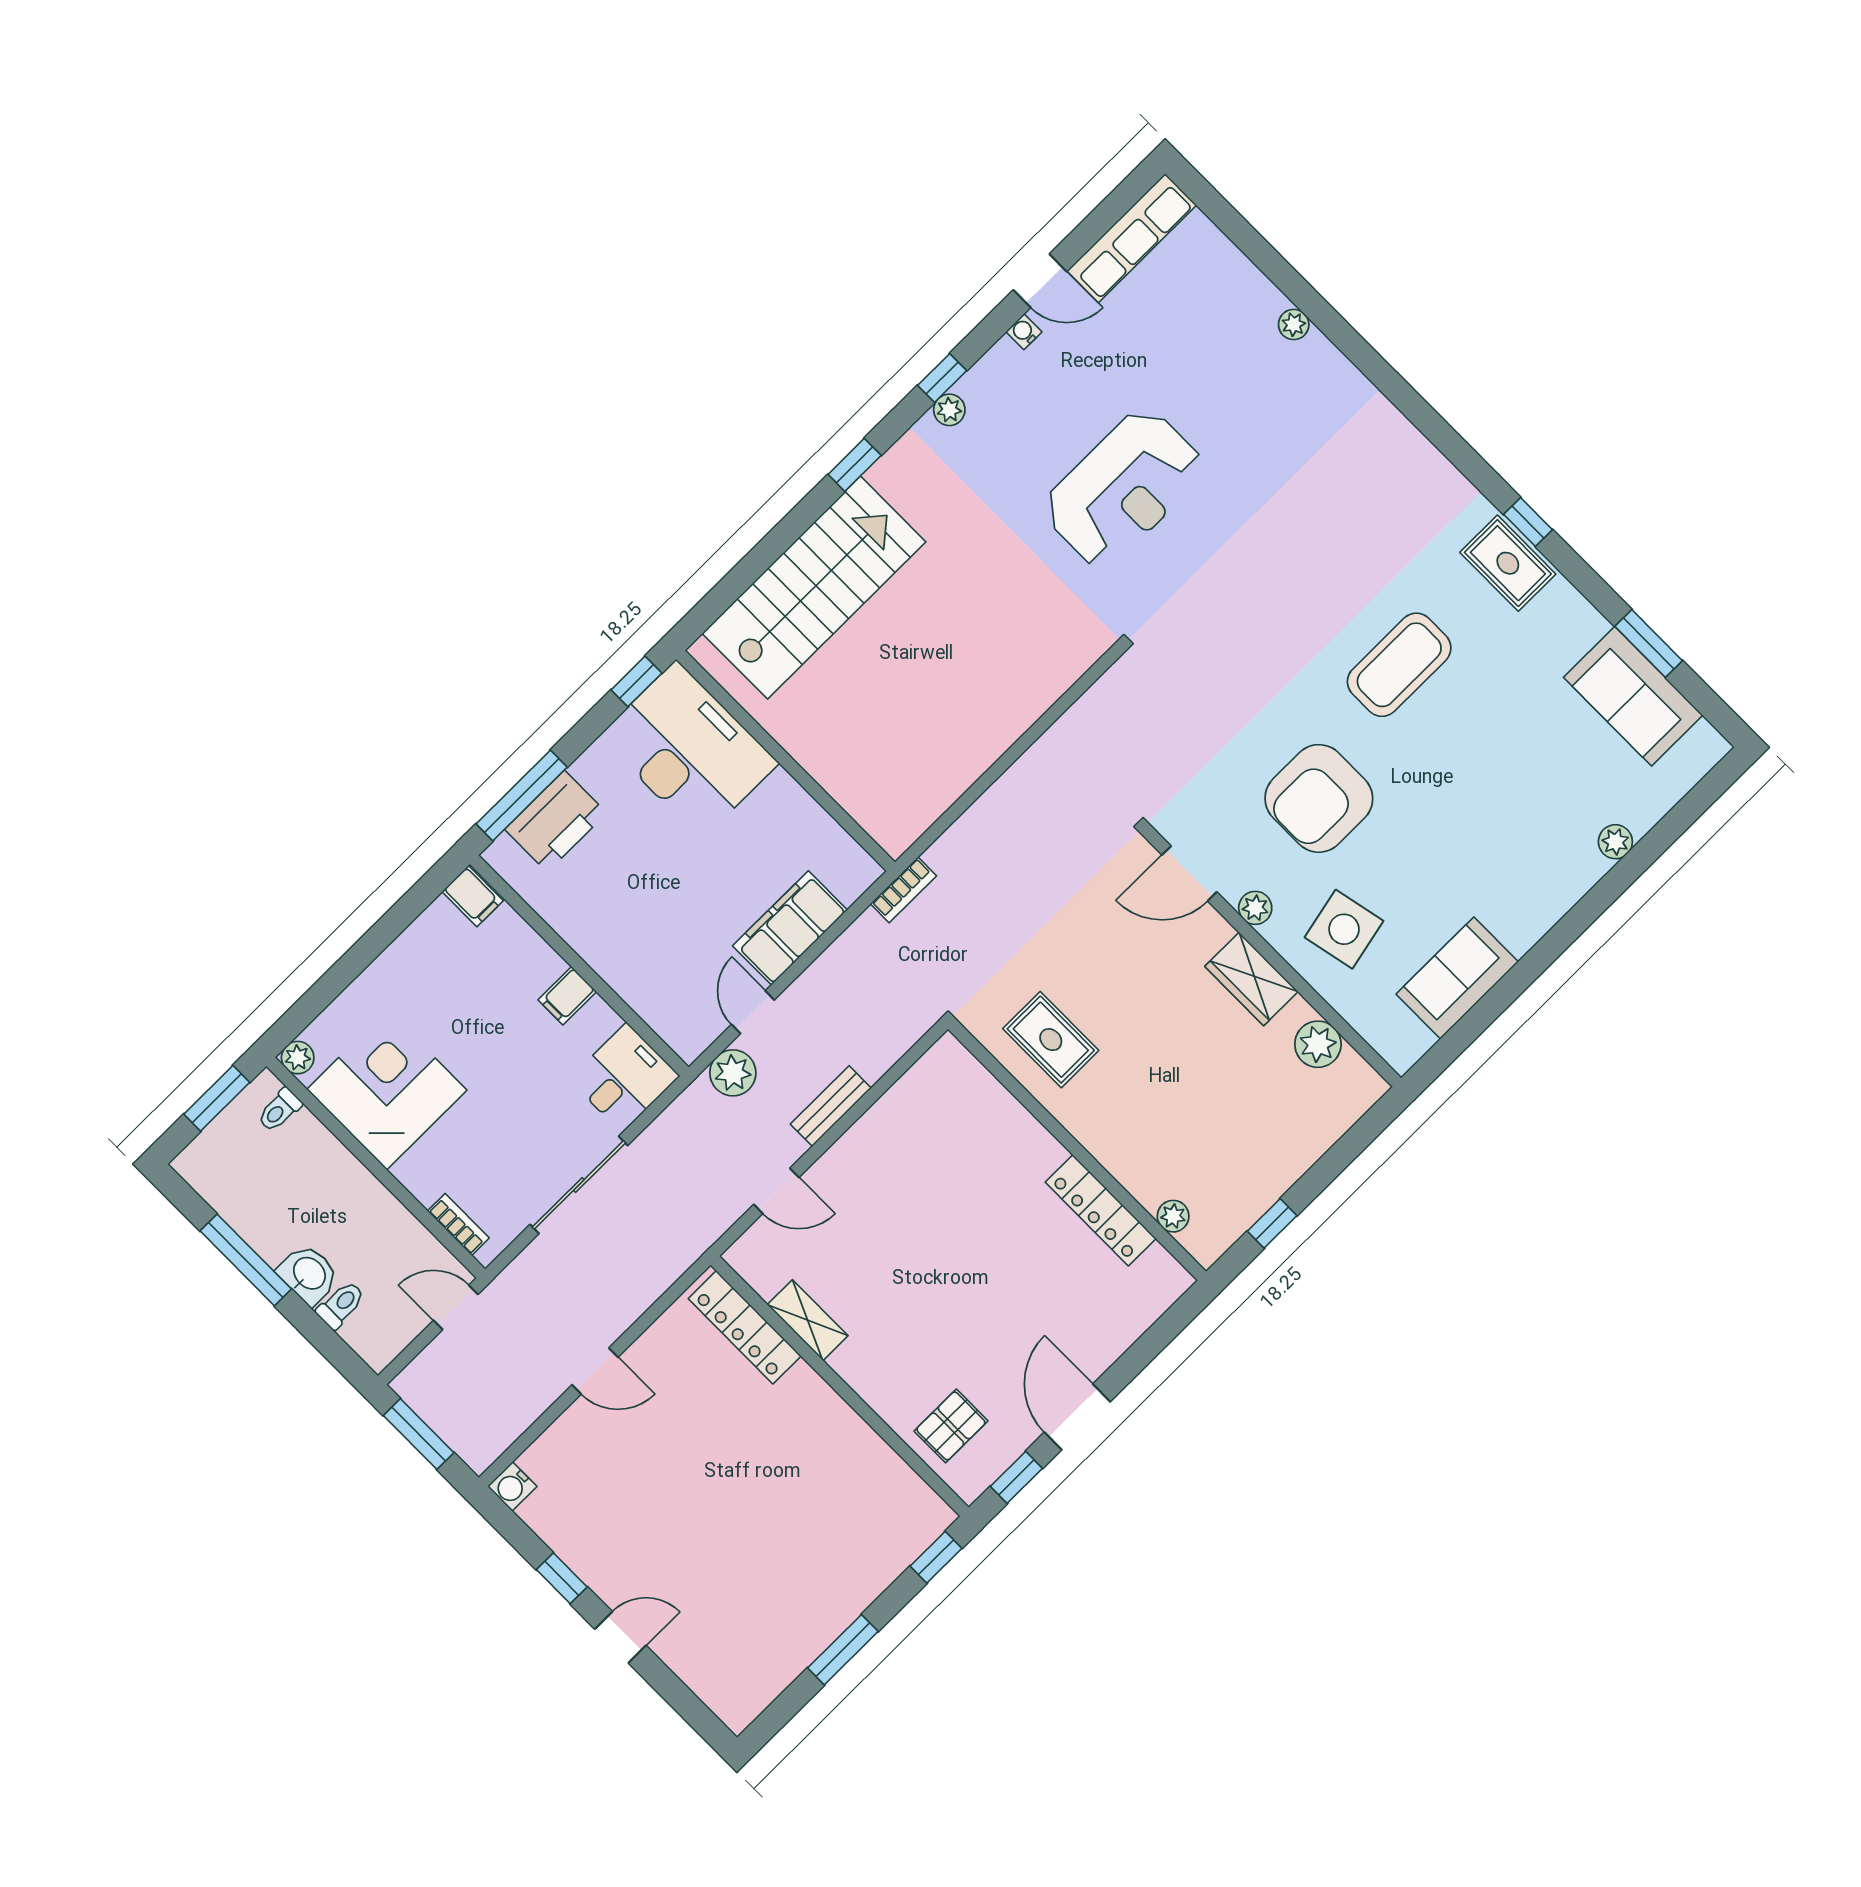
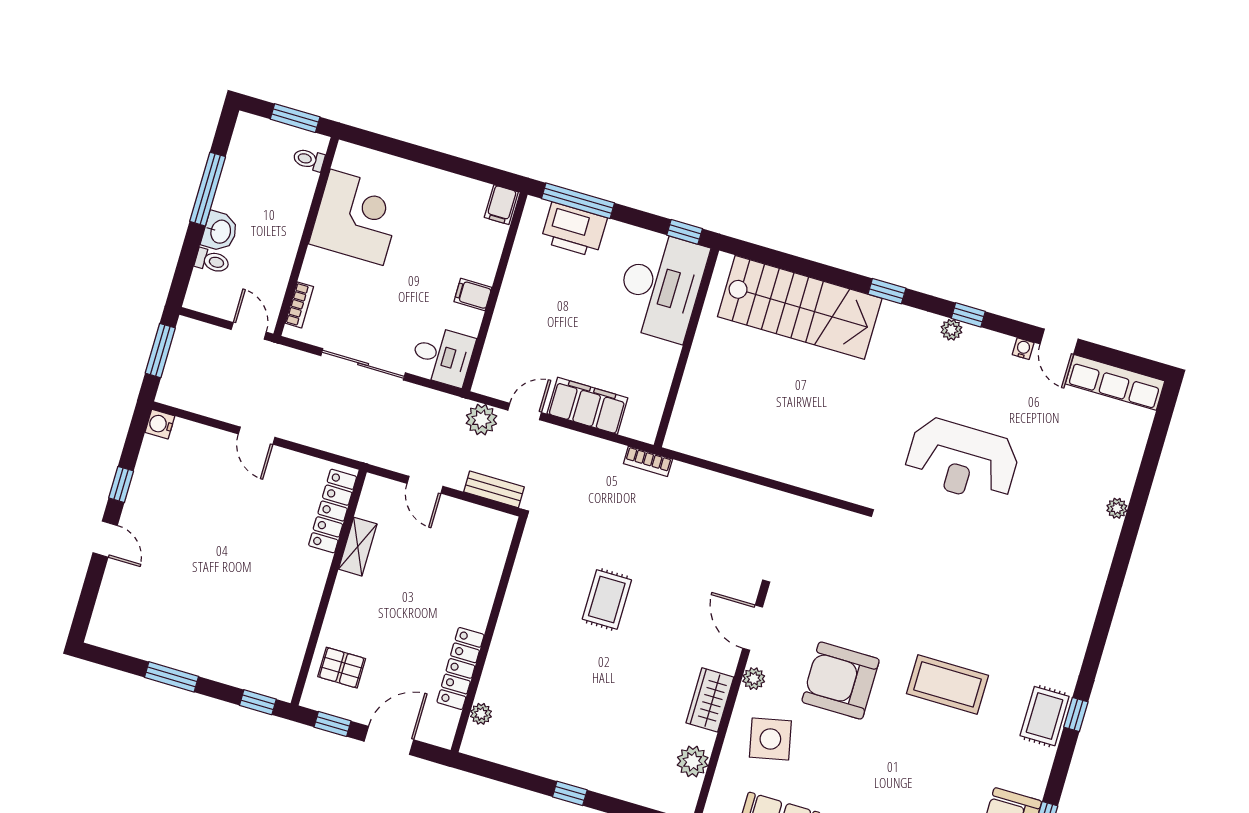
plant: (298, 1058) -> (346, 153), removed
wall: (1077, 1150) -> (489, 634), moved
locker: (1101, 1210) -> (460, 668), moved
plant: (1173, 1216) -> (481, 714), moved

